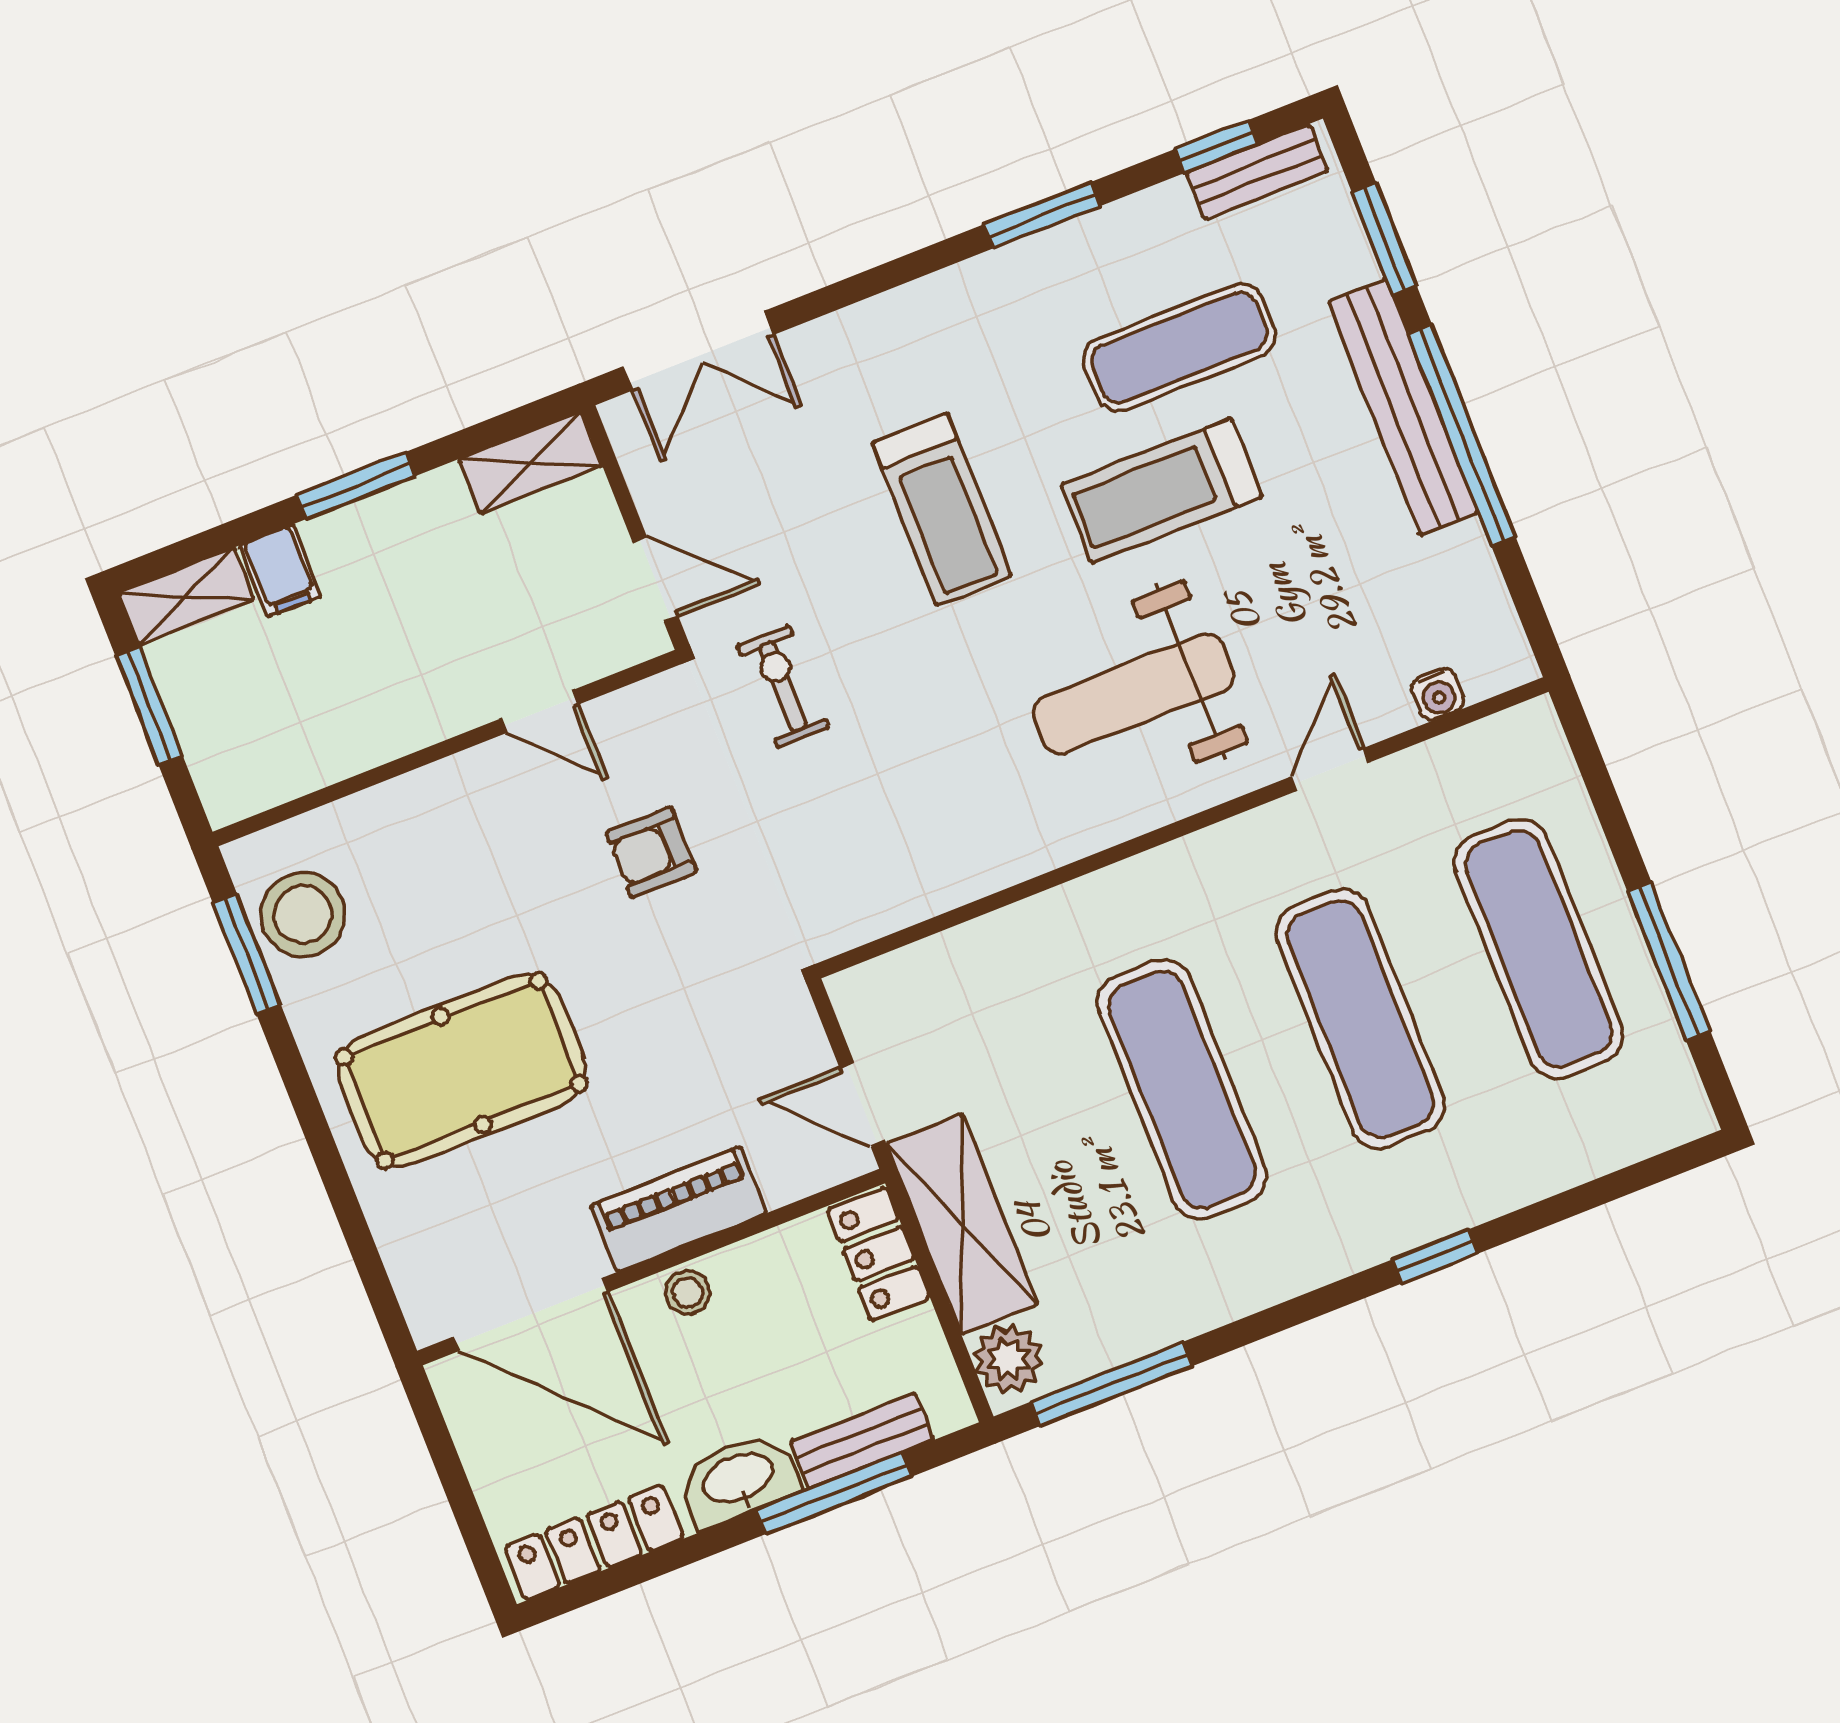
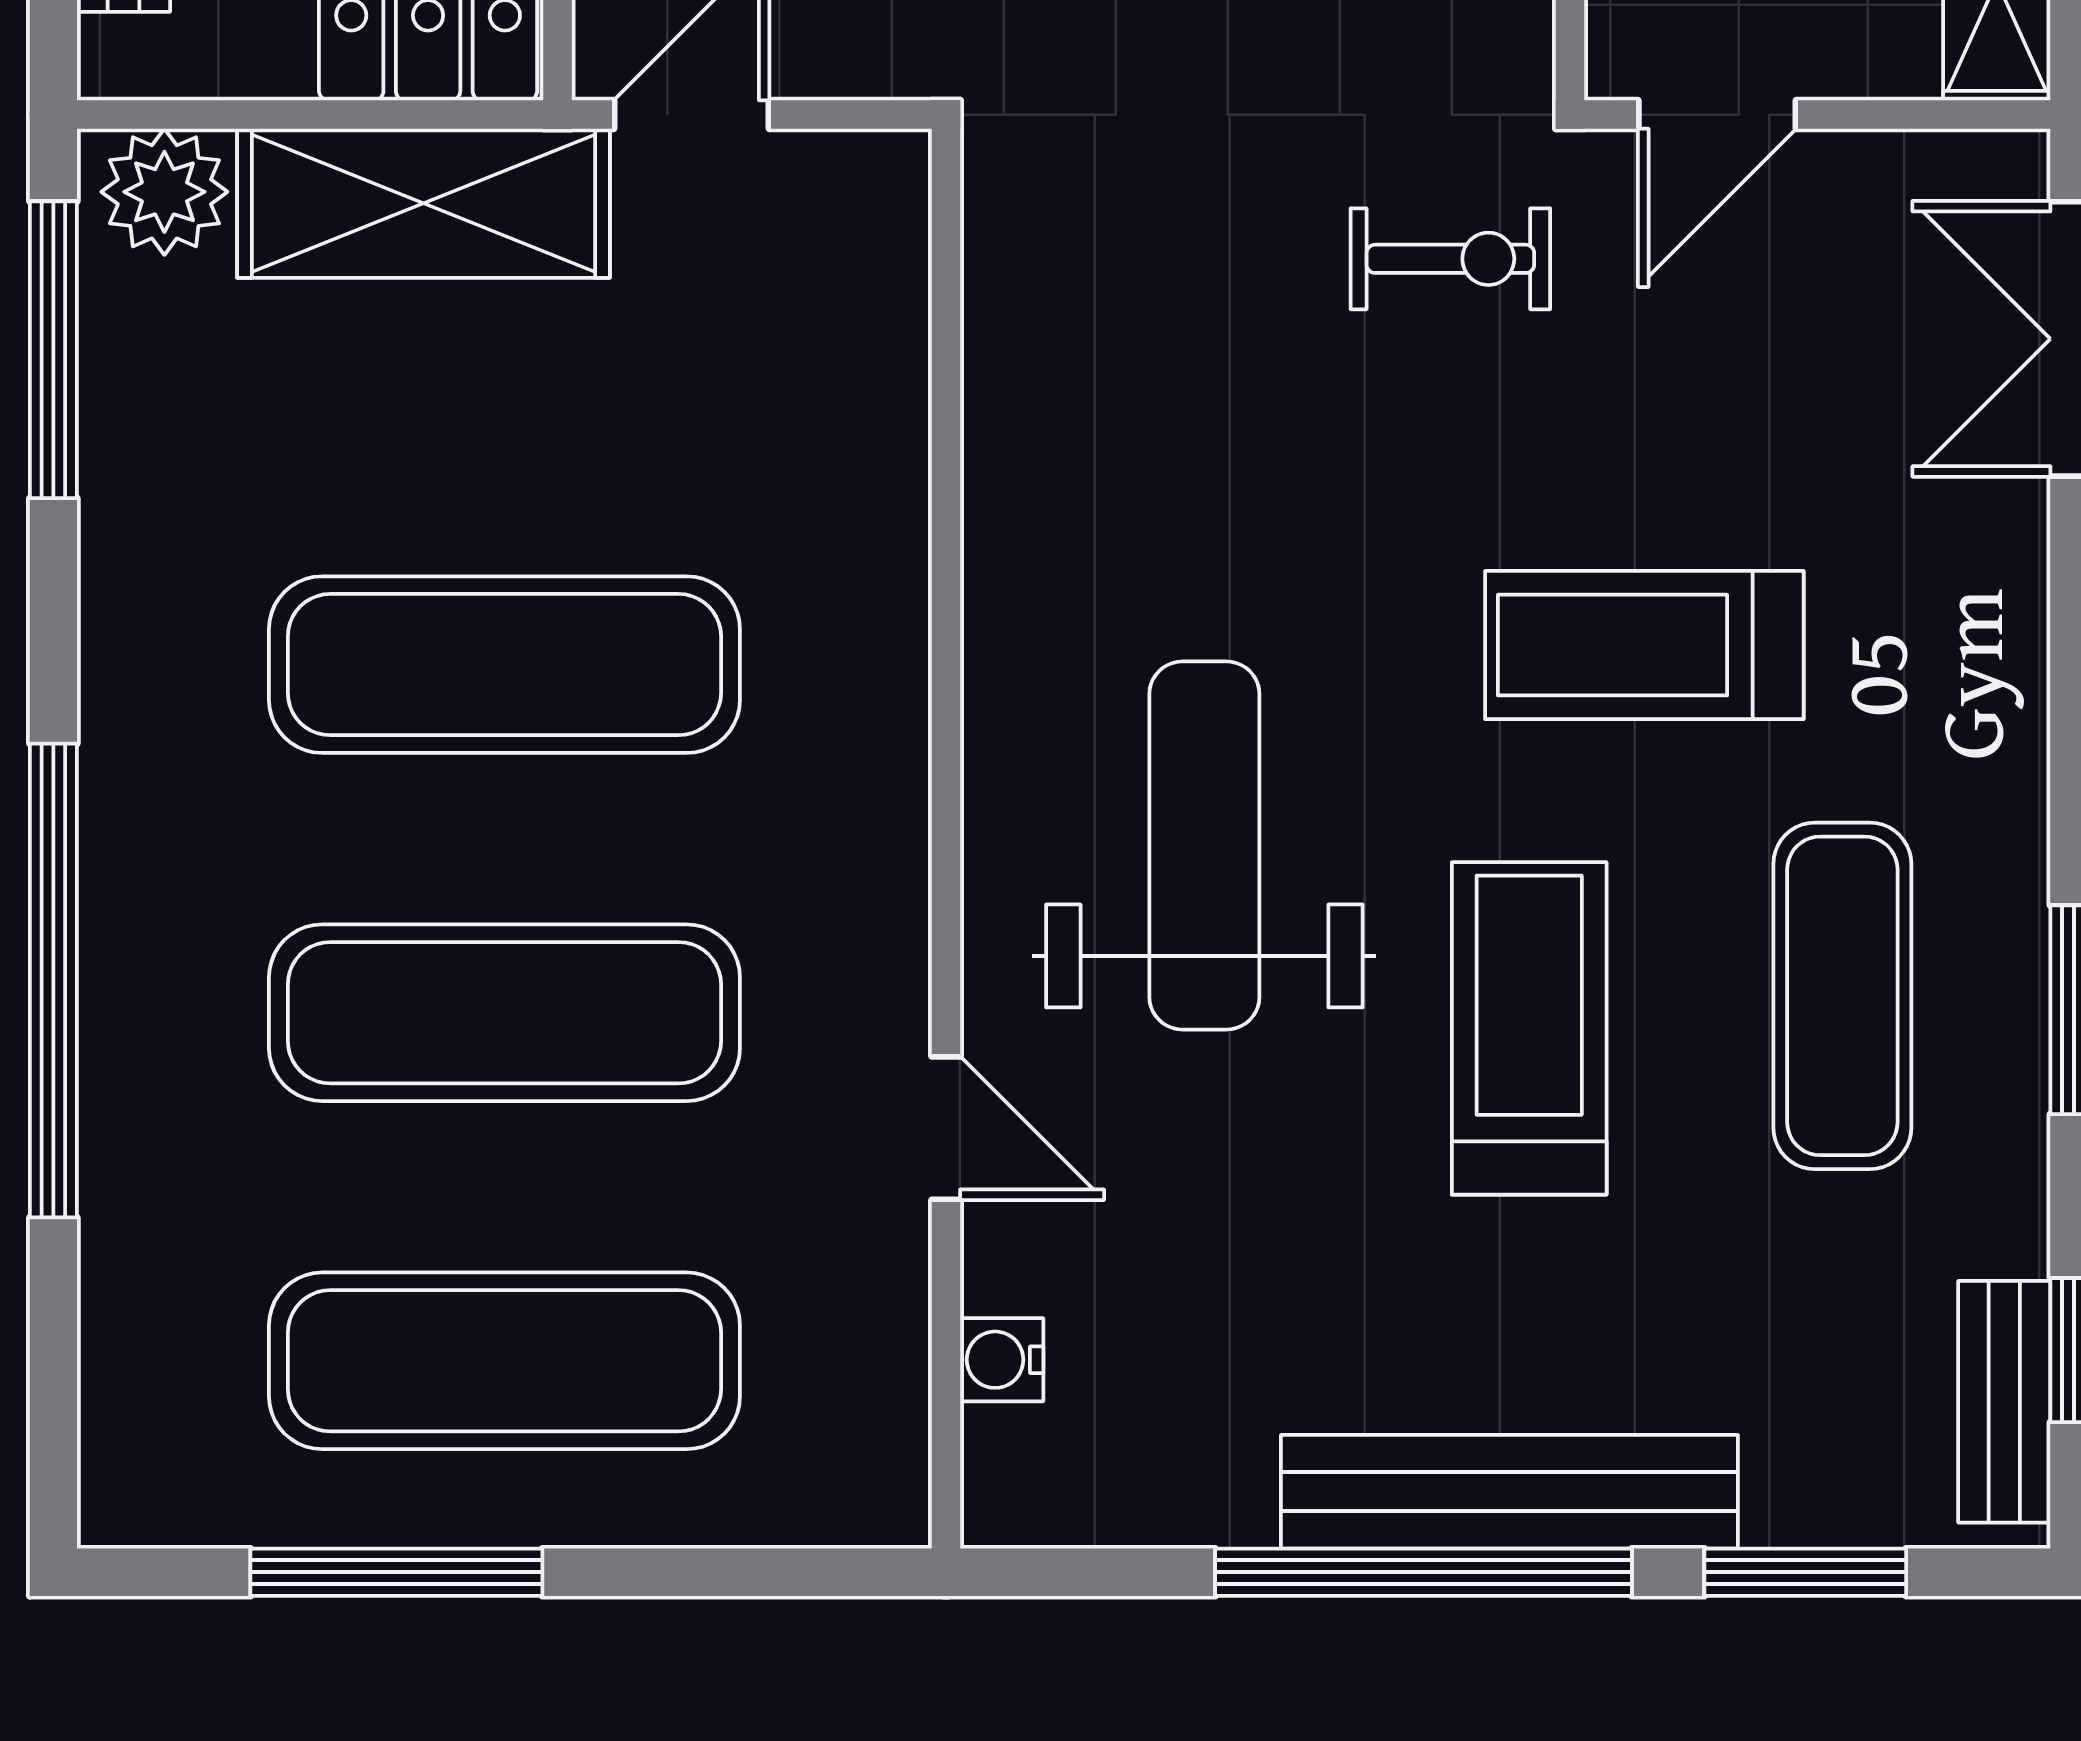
exercise mat: (1179, 347) -> (1842, 996), moved
window: (1435, 1257) -> (53, 980), width x3.17

